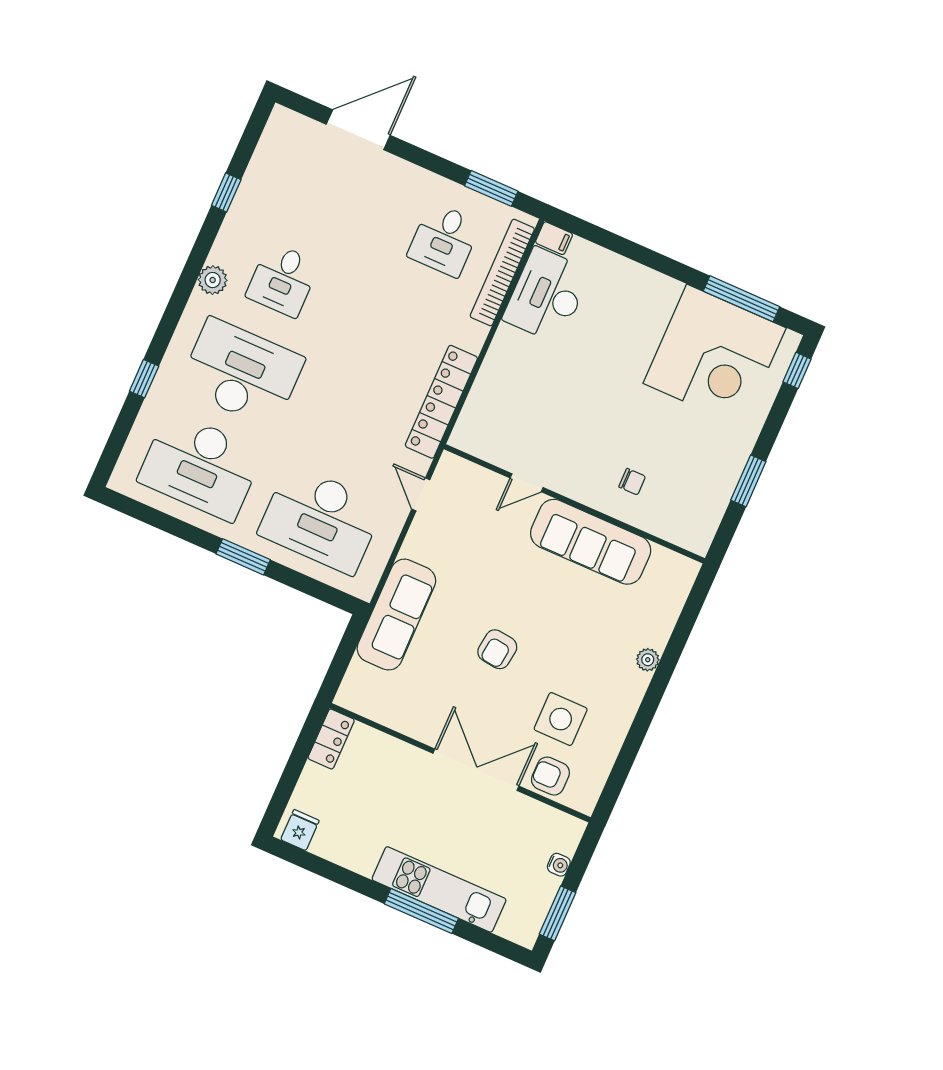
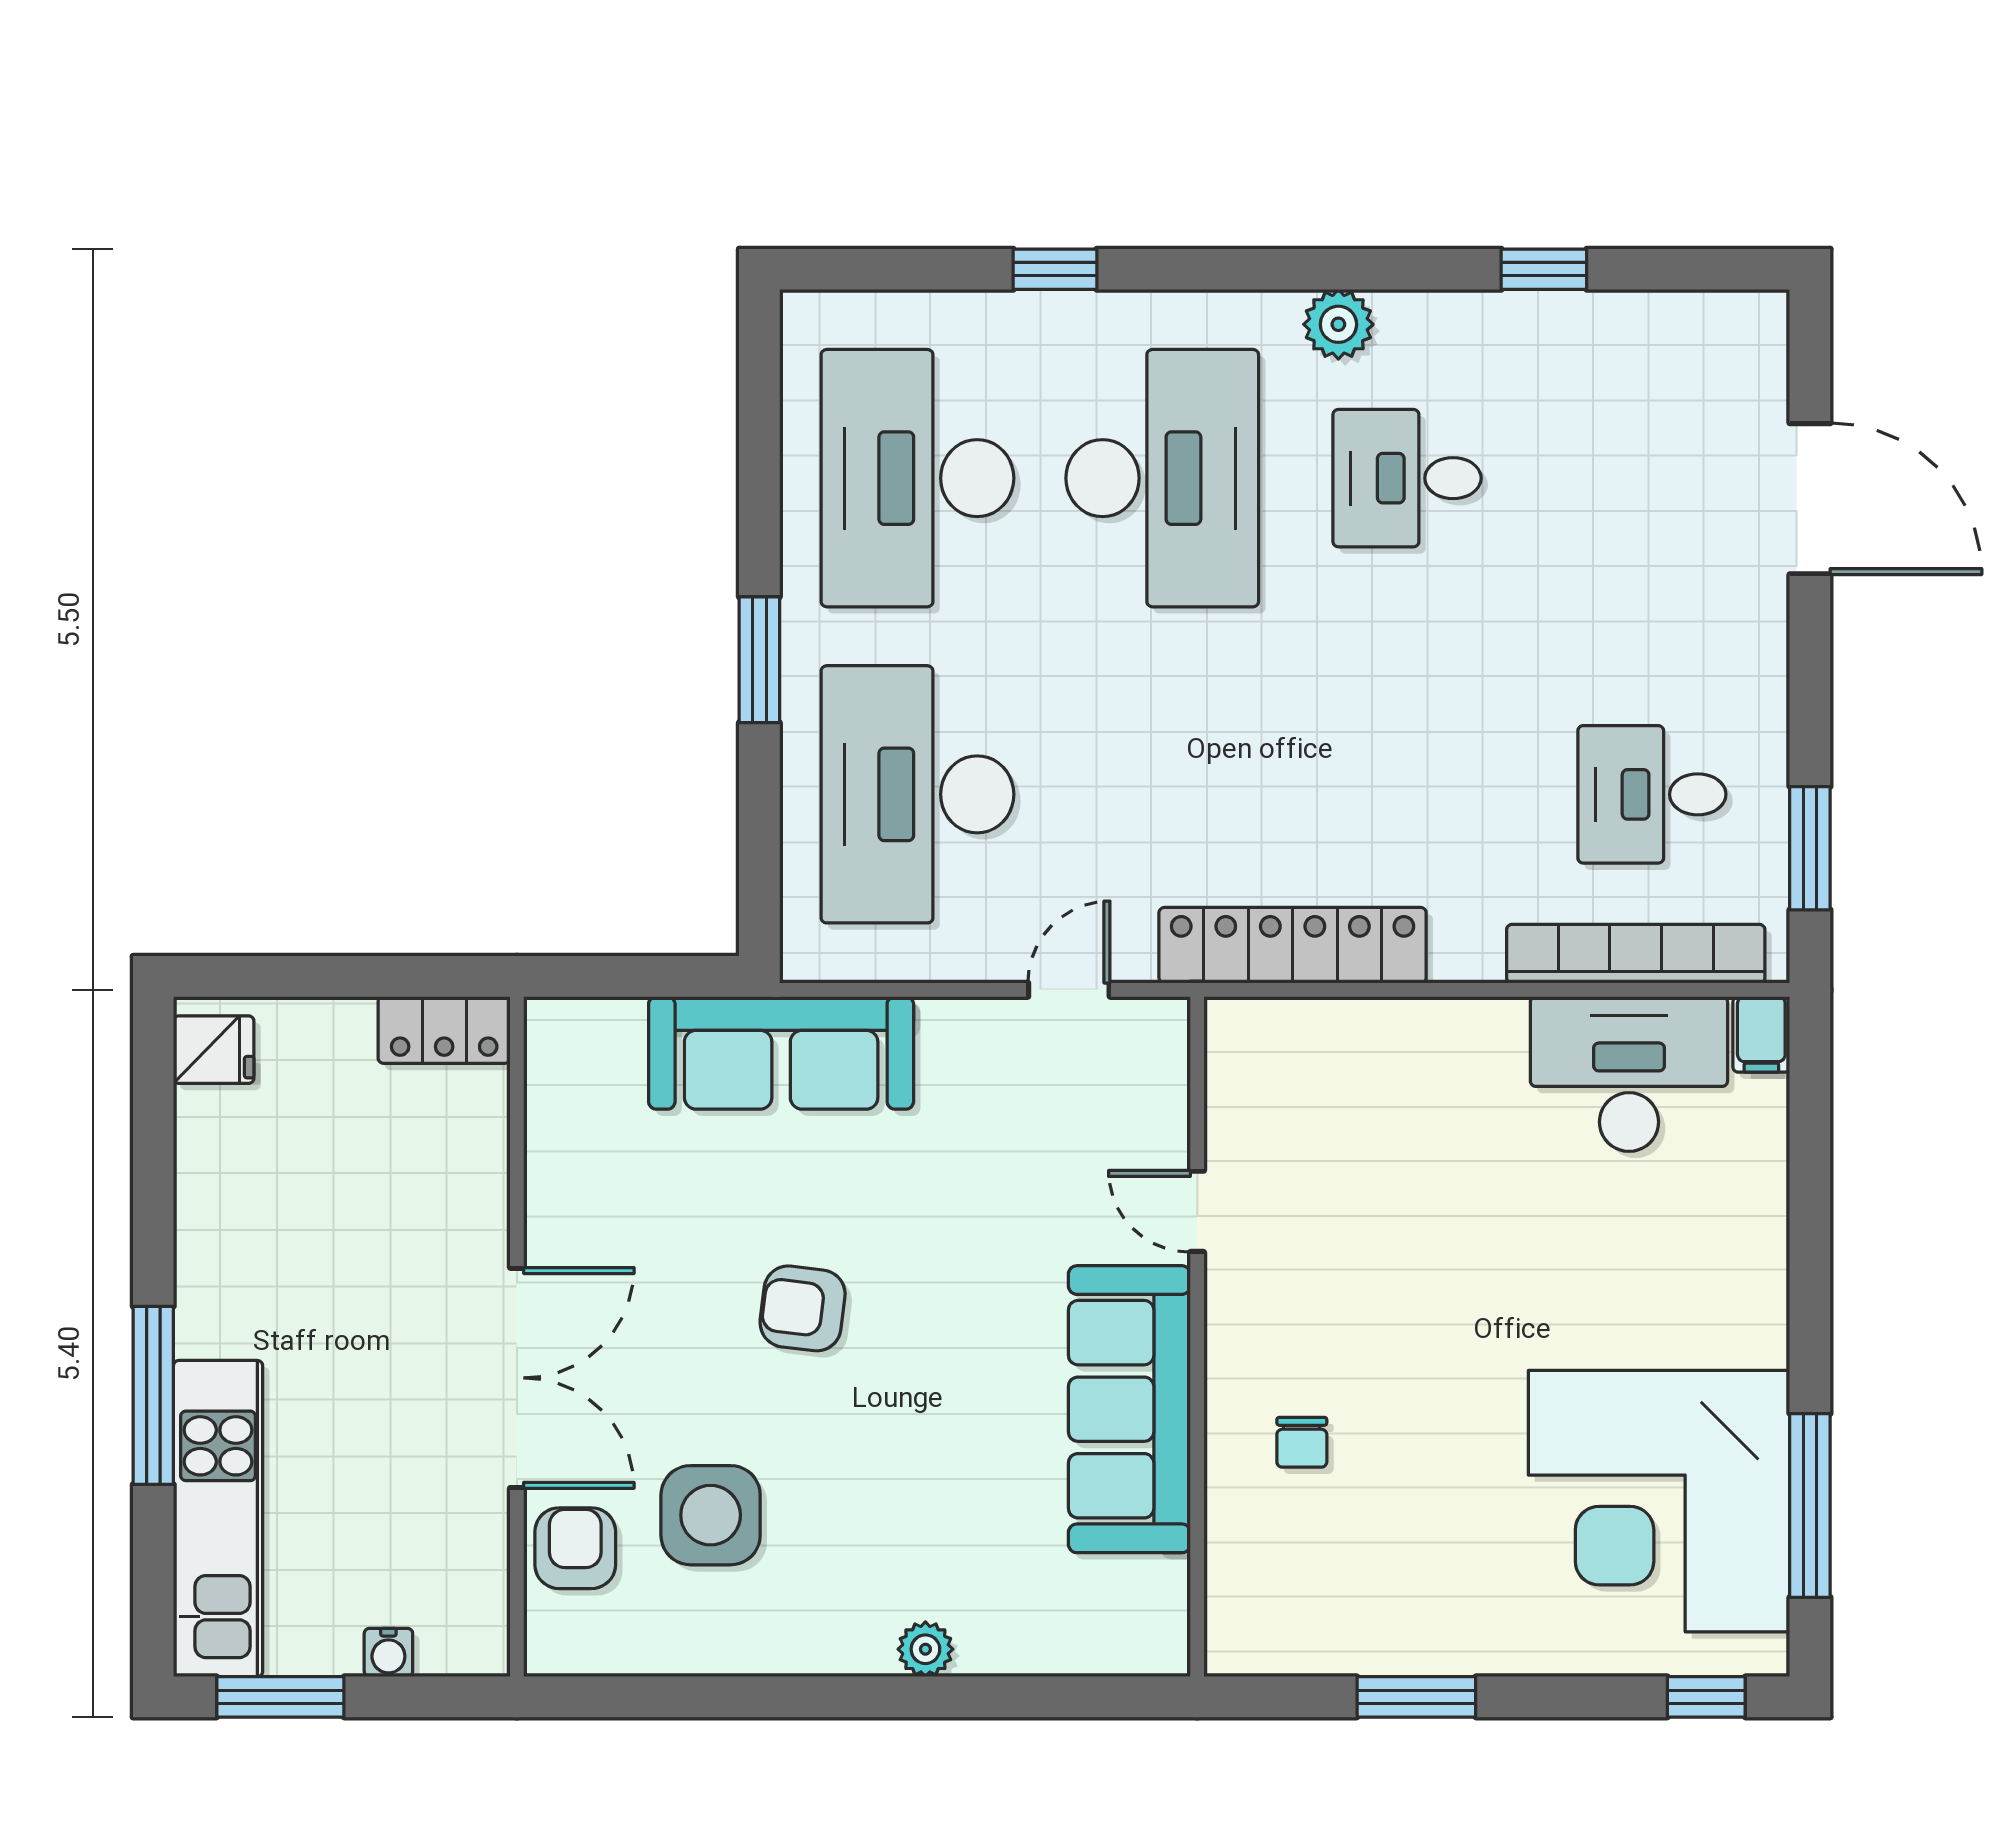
kitchen unit: (439, 889) -> (218, 1519), moved

